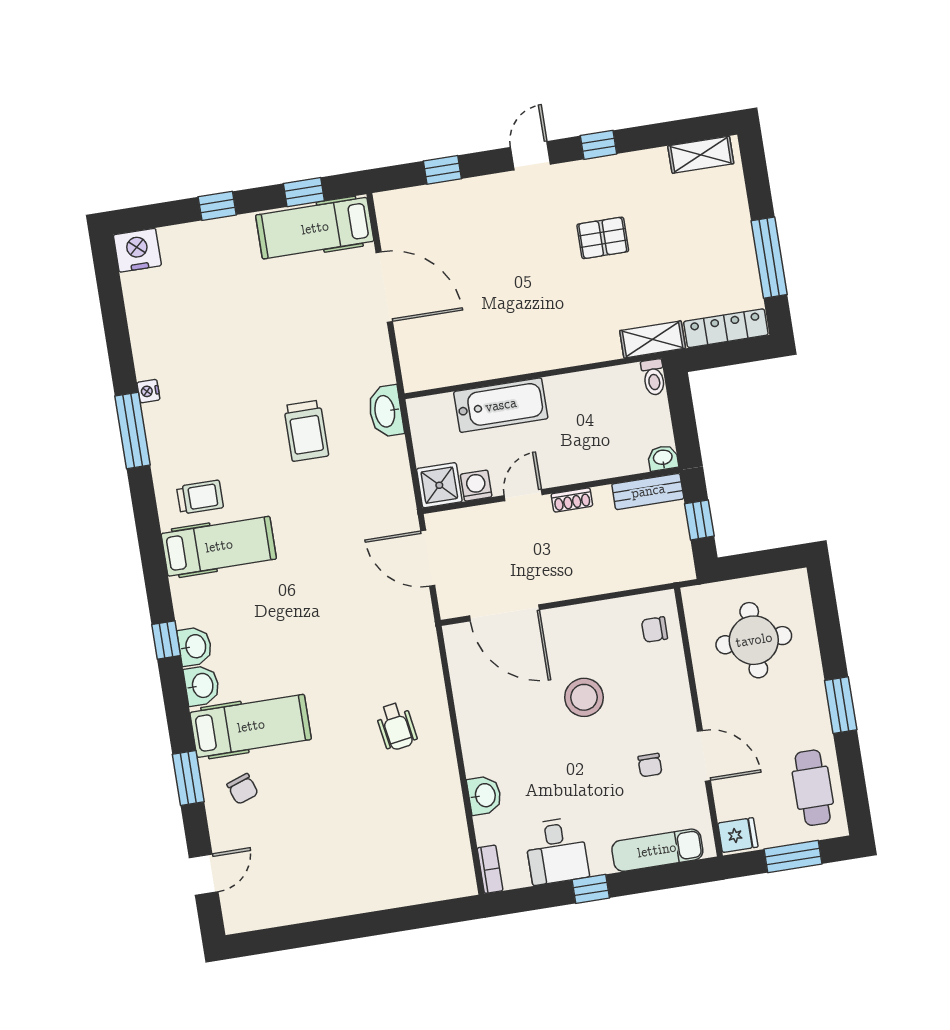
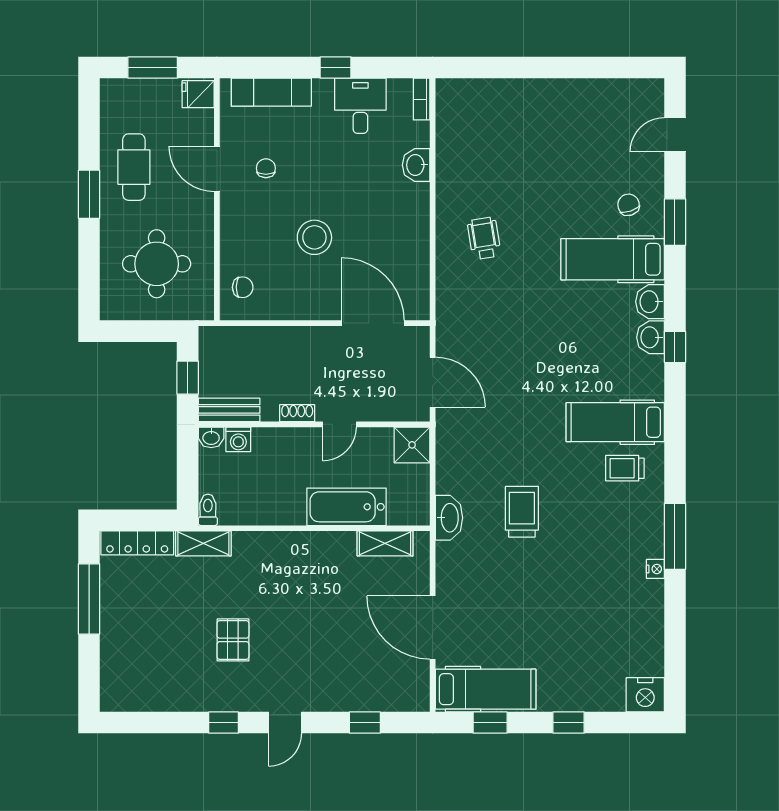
shelving: (701, 155) -> (385, 543), moved
pallet: (603, 238) -> (233, 640), turned 90
washing machine: (476, 486) -> (238, 439), moved
cafe table: (813, 788) -> (134, 167), moved

